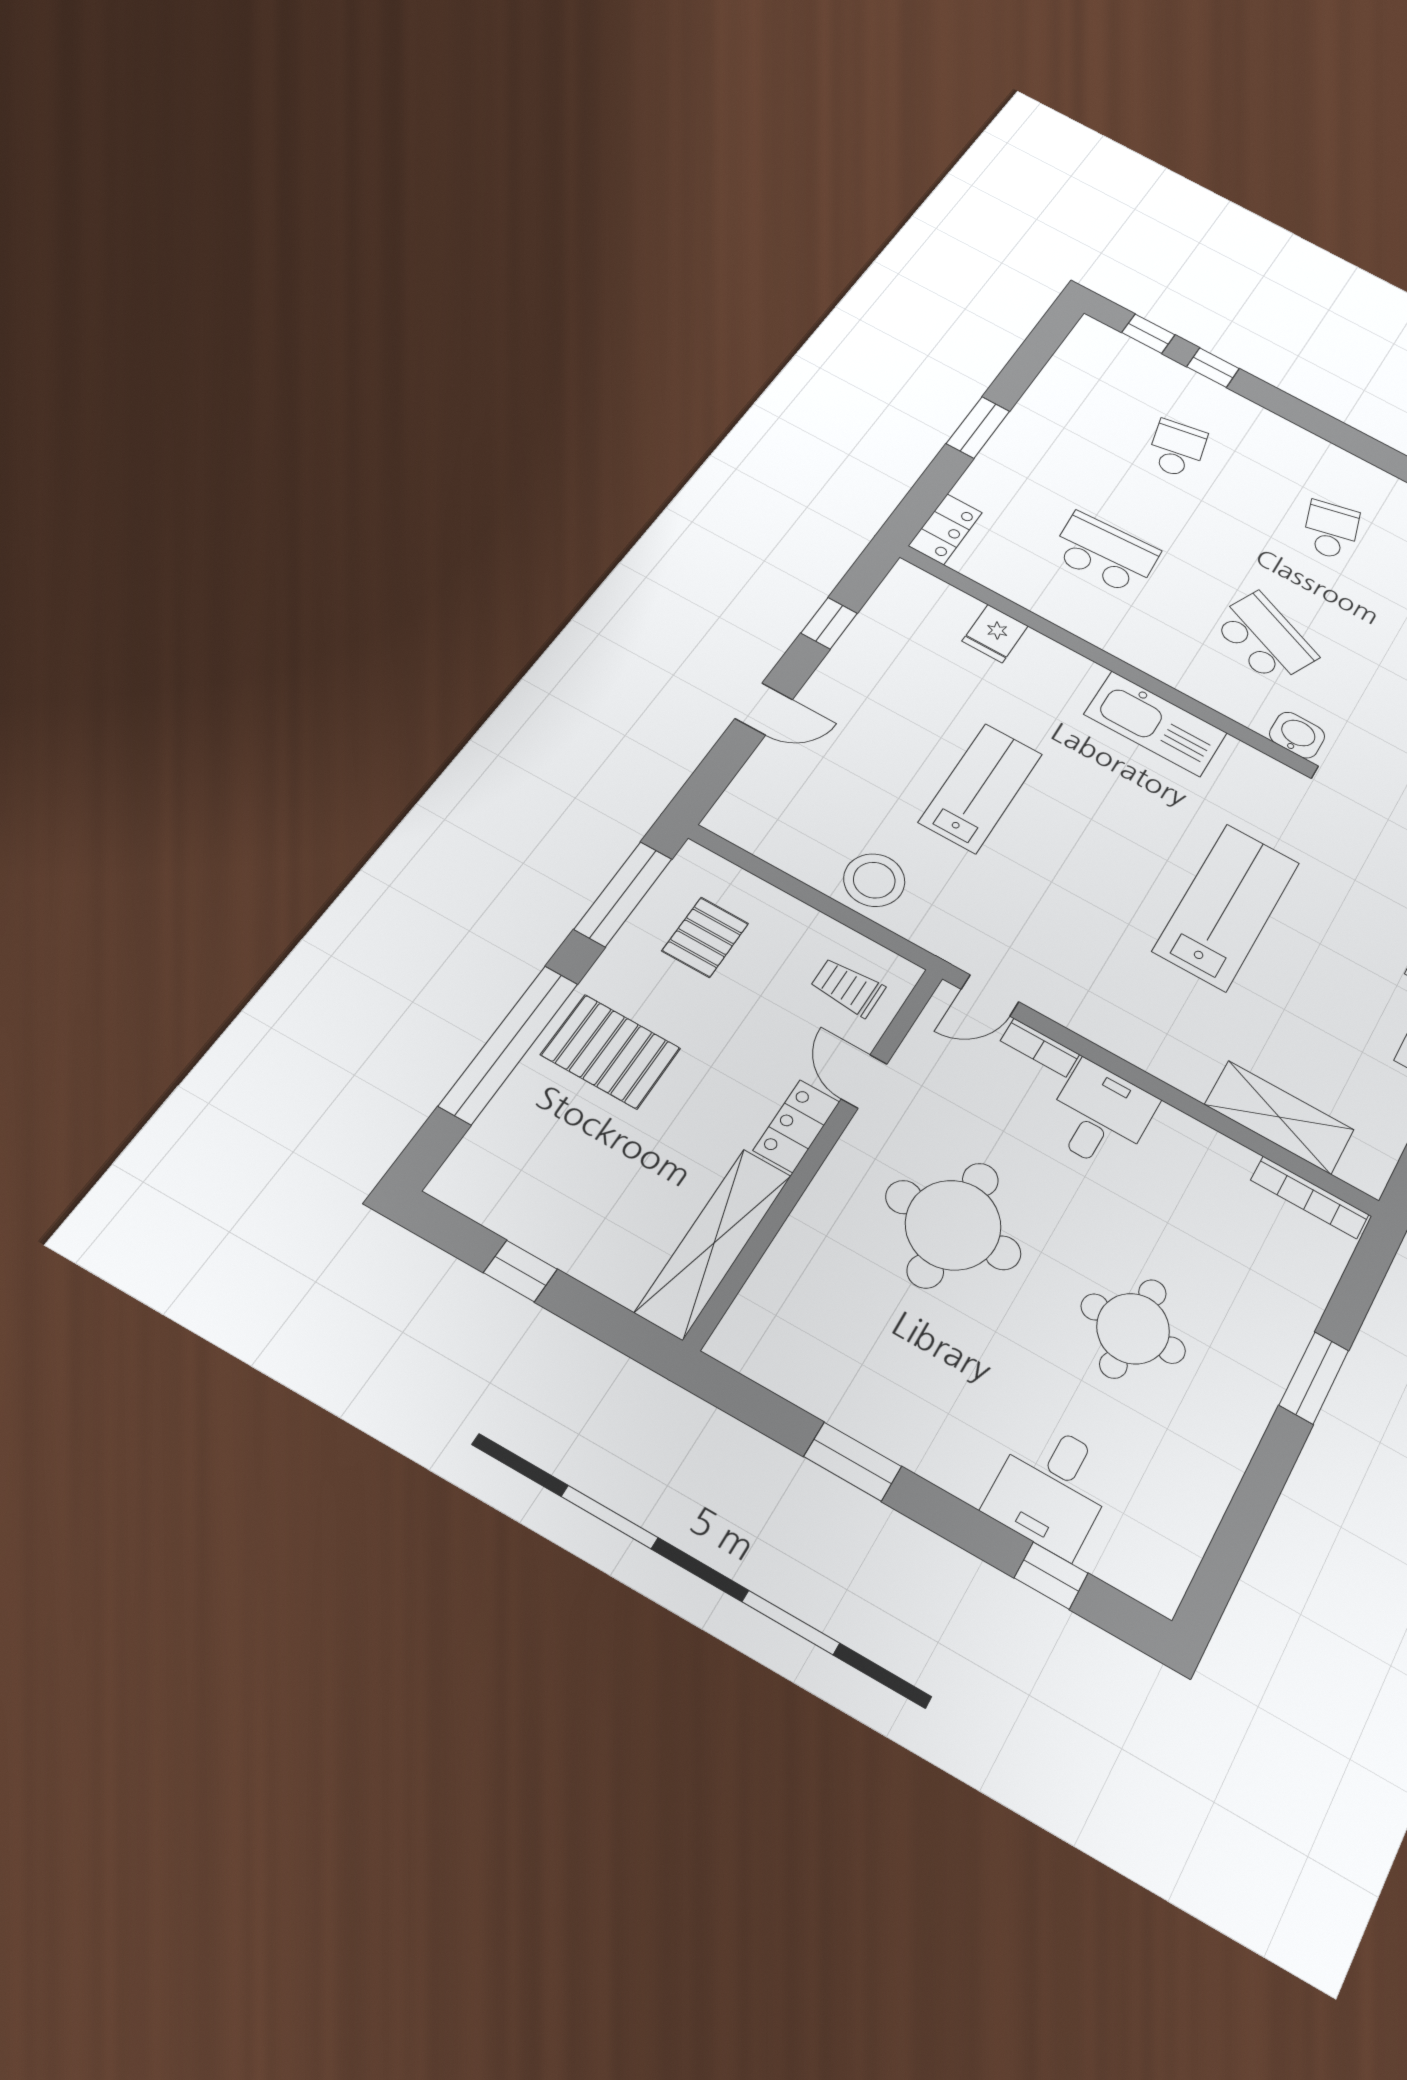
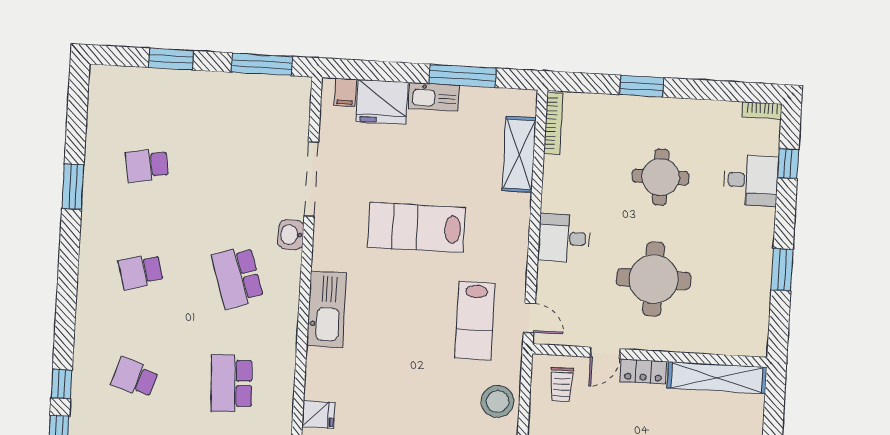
school desk: (1177, 449) -> (135, 378), turned 30
school desk: (1264, 638) -> (238, 277), turned -42
lab bench: (981, 788) -> (475, 321), moved, turned -90
bookcase: (1040, 1048) -> (762, 110), moved, turned 90

